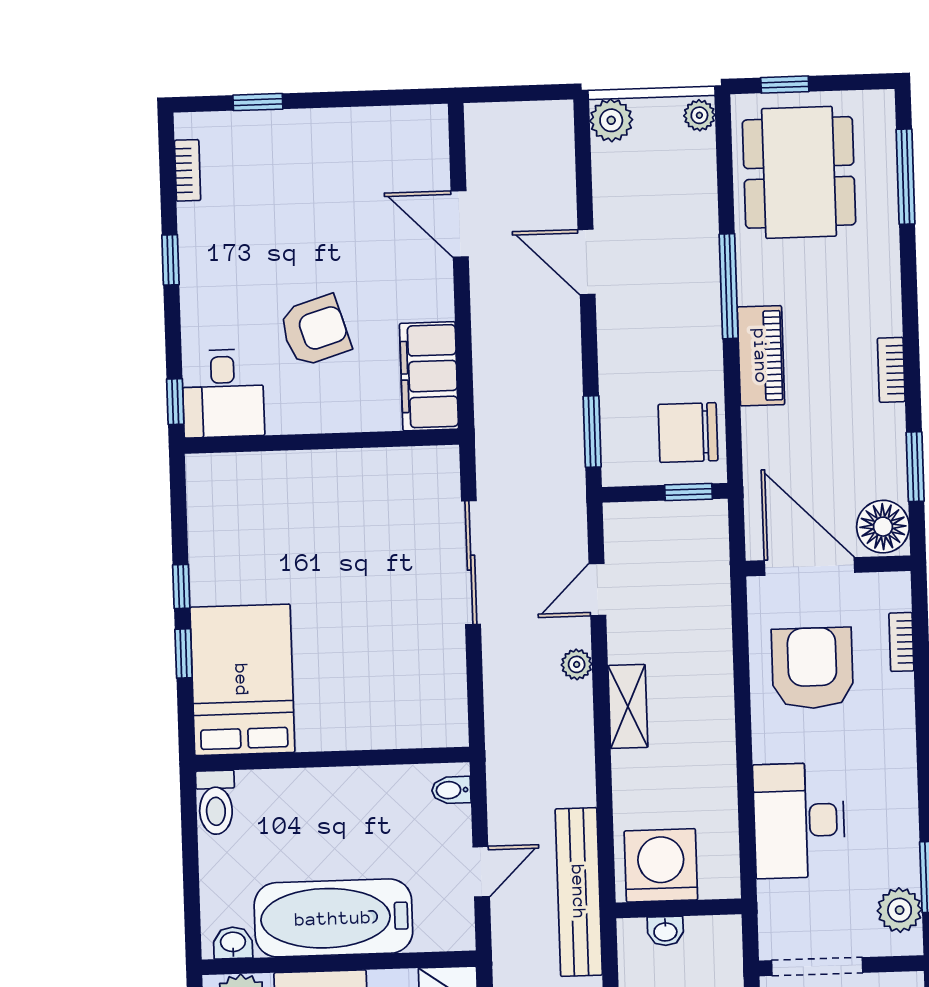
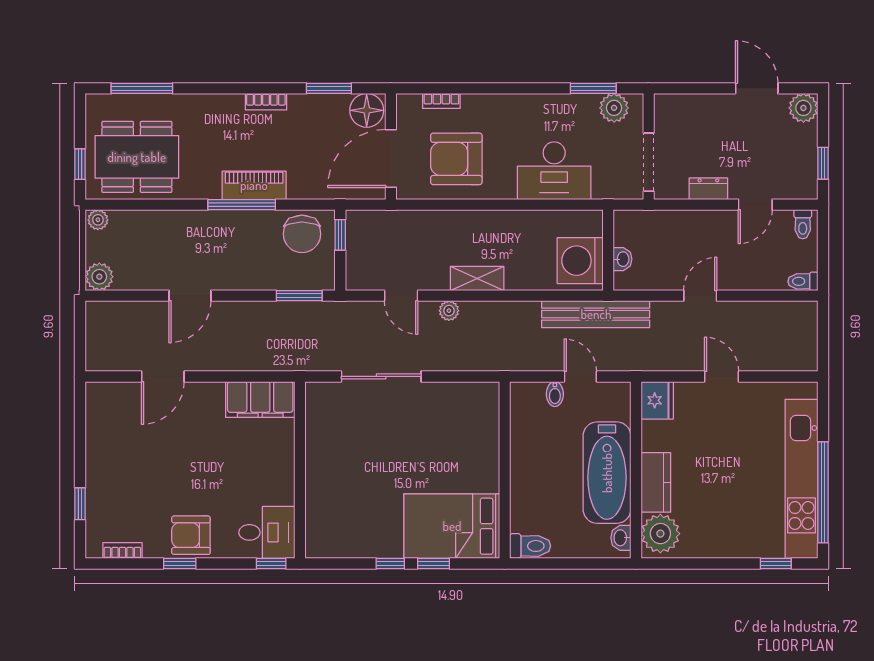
window: (729, 286) -> (242, 205), moved
armchair: (315, 331) -> (191, 535), moved, turned -73
bidet: (451, 790) -> (555, 394), moved

